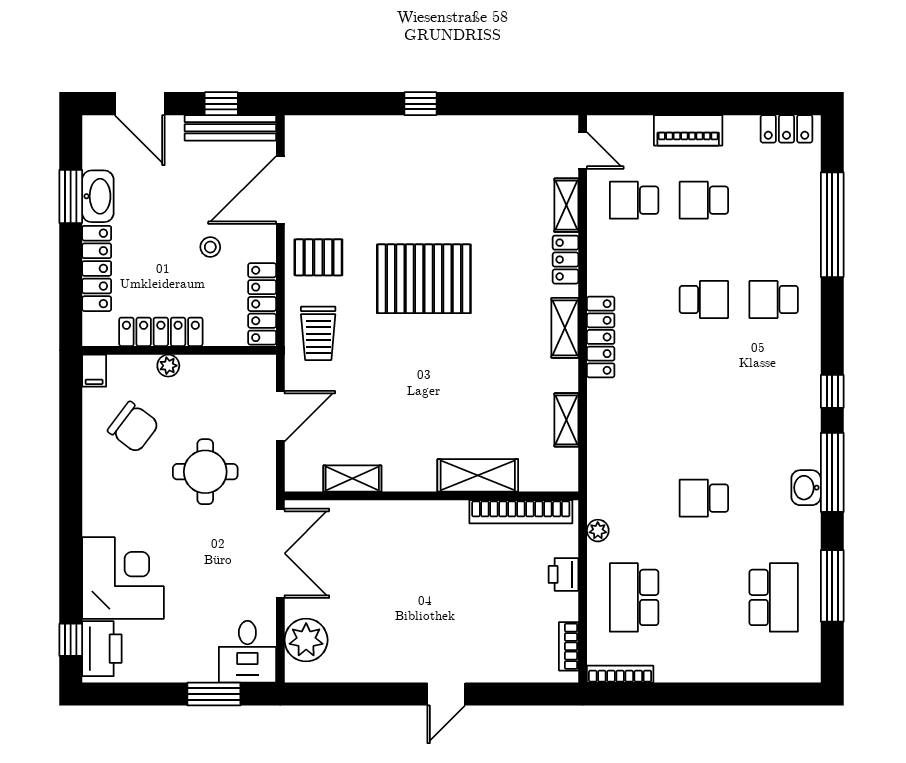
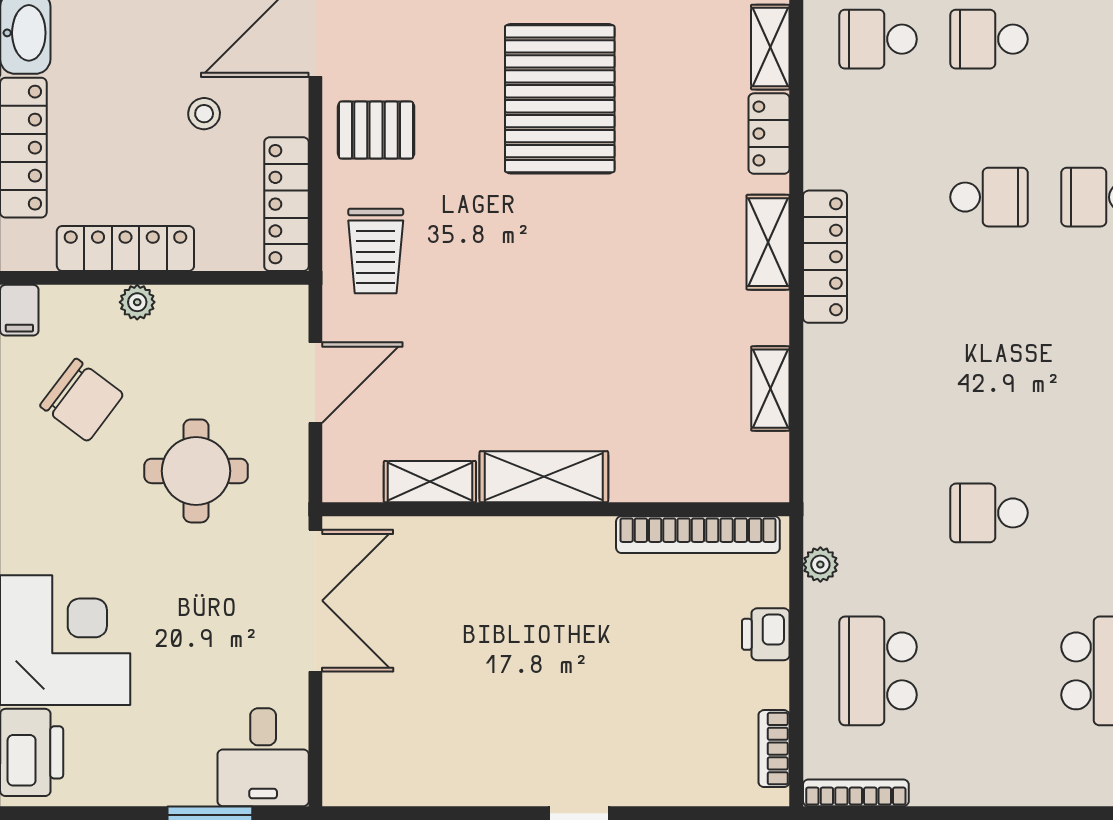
pallet: (424, 279) -> (560, 99), moved, turned 90
shelving: (478, 475) -> (544, 477), moved
plant: (306, 640) -> (356, 739), removed

